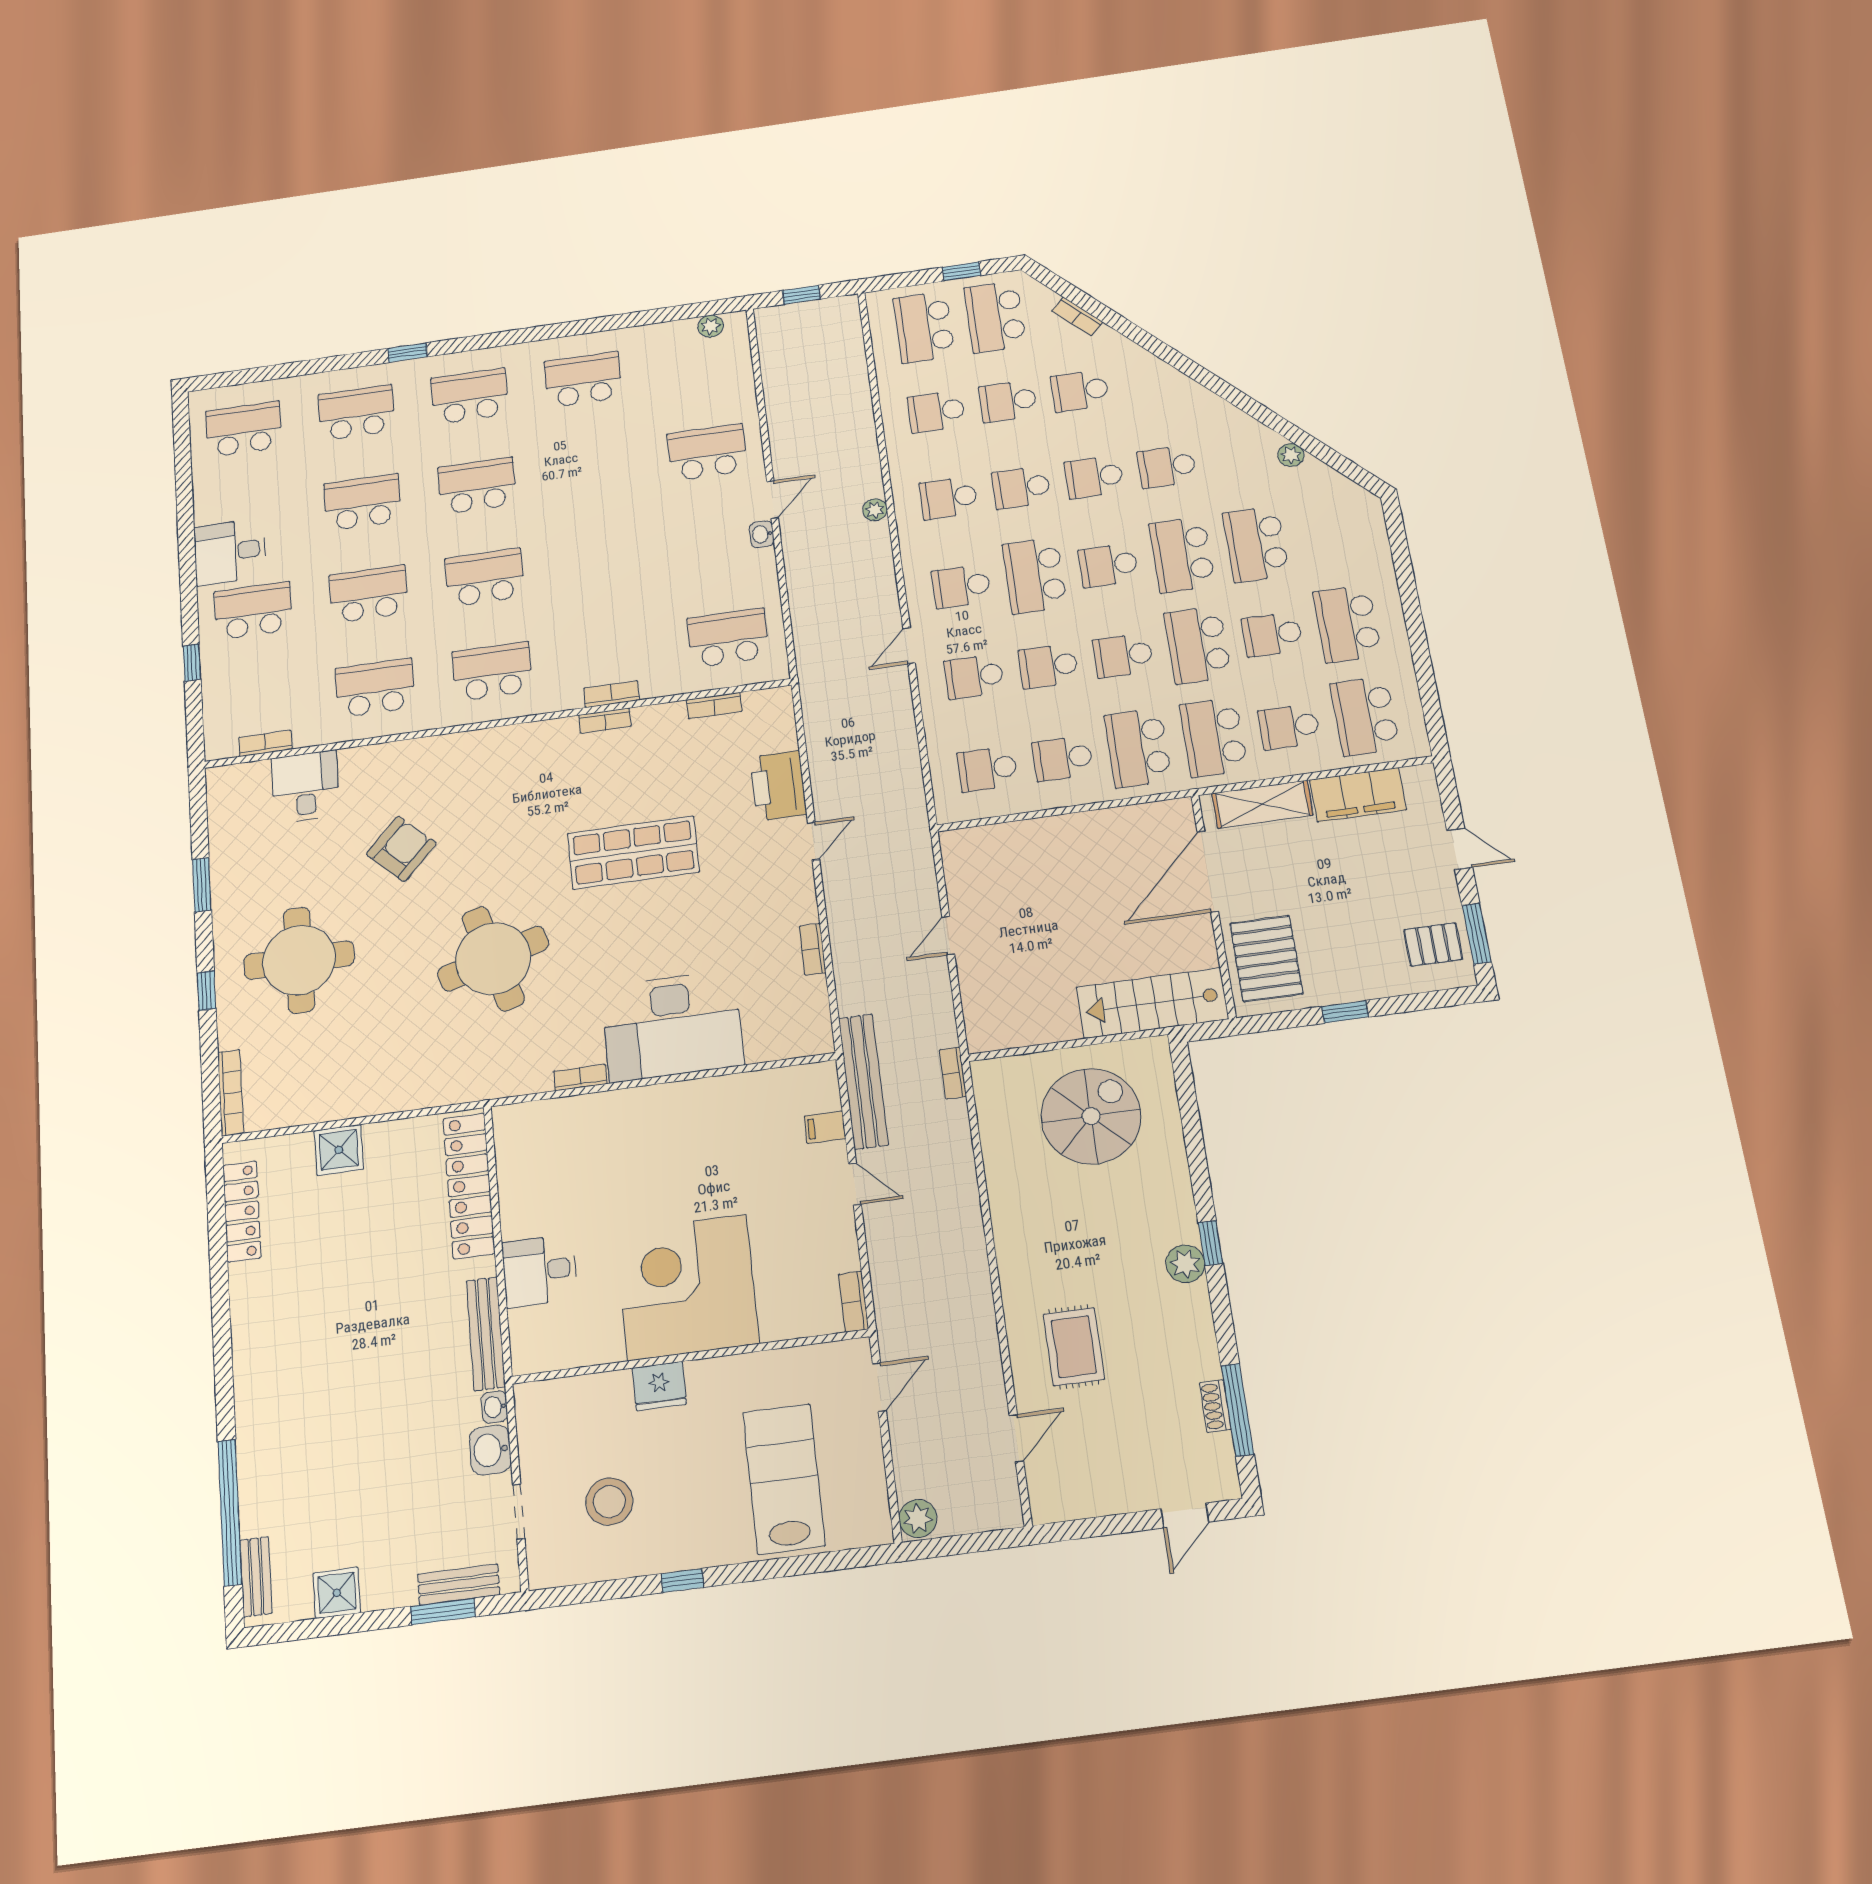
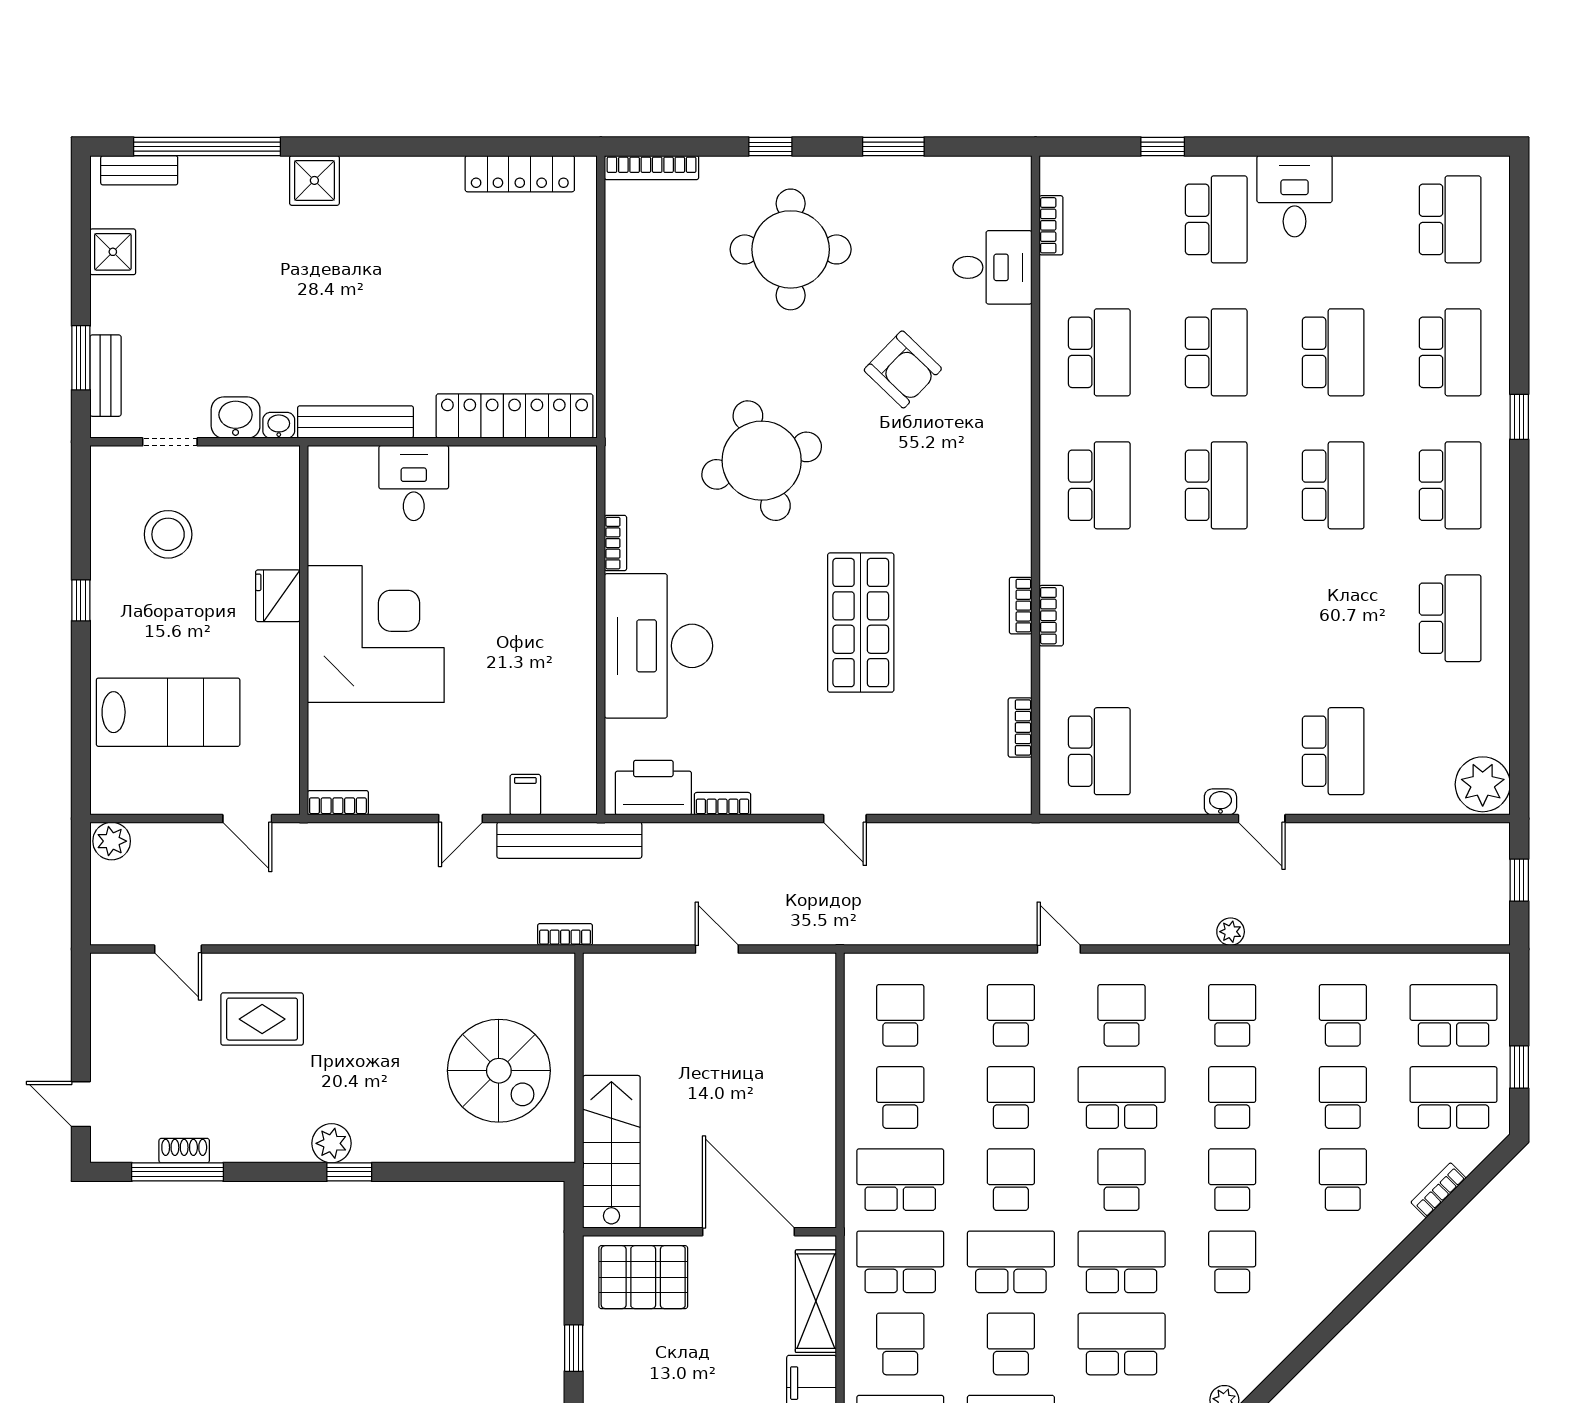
plant: (711, 326) -> (1483, 784), width x1.88, depth x1.88
printer: (778, 786) -> (653, 788), moved
shower: (339, 1150) -> (314, 180), moved

